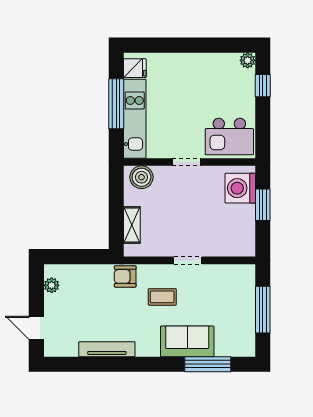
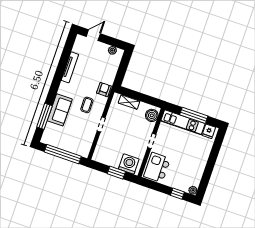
window: (263, 310) -> (63, 154), width x1.46

